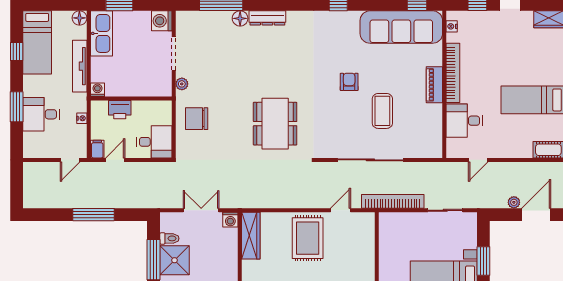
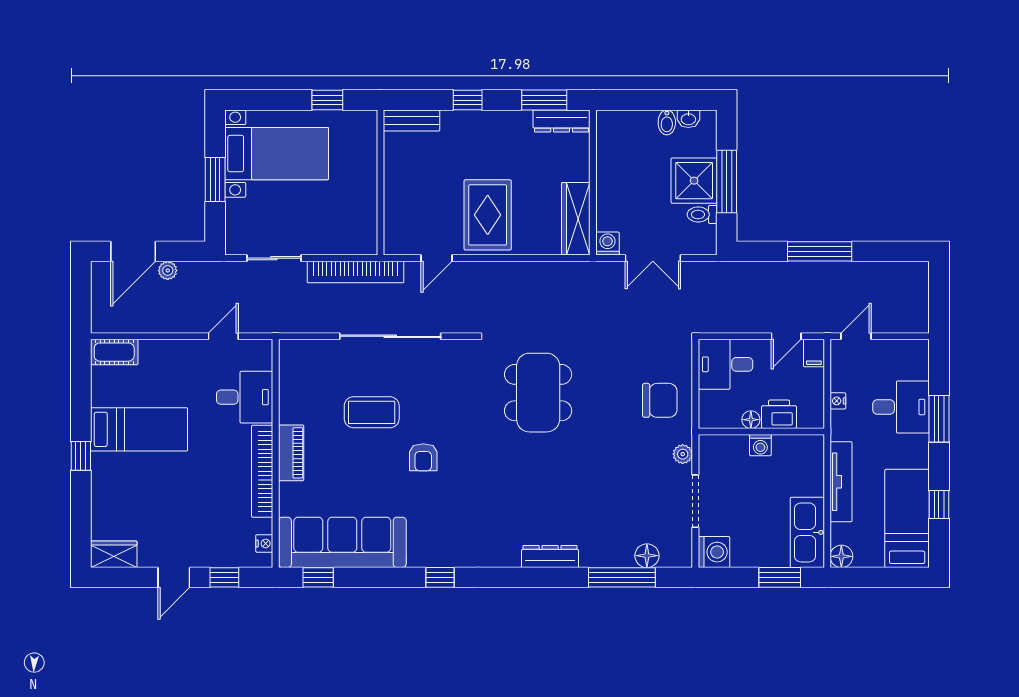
floor lamp: (240, 18) -> (647, 556), moved
washing machine: (97, 90) -> (760, 445), moved
floor lamp: (138, 106) -> (751, 420), added
coffee table: (382, 111) -> (372, 412), turned 90

